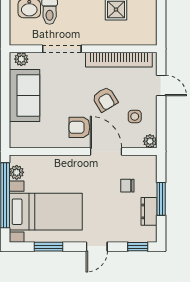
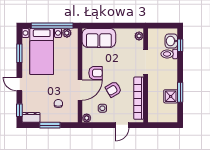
sofa: (24, 96) -> (99, 38), moved
armchair: (79, 127) -> (95, 73), turned 90
dresser: (149, 211) -> (31, 117), moved

